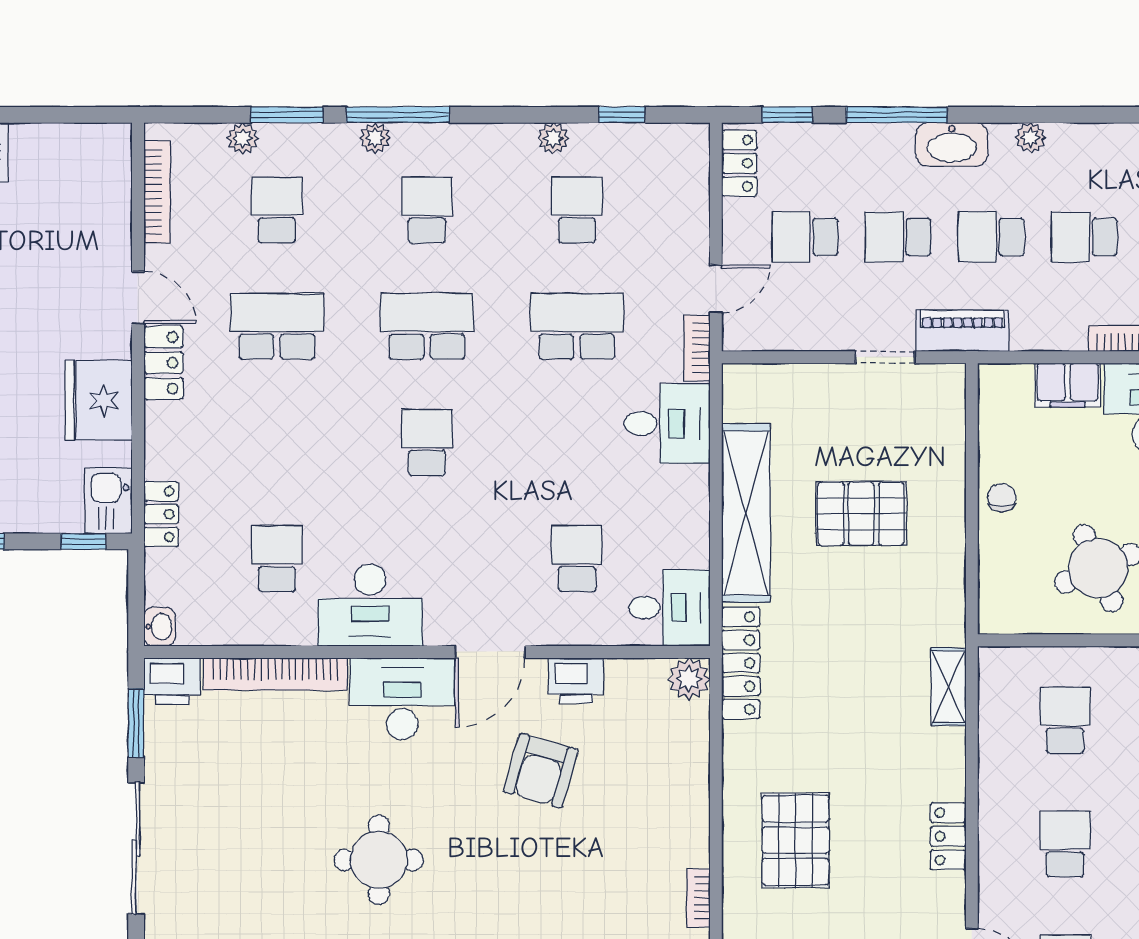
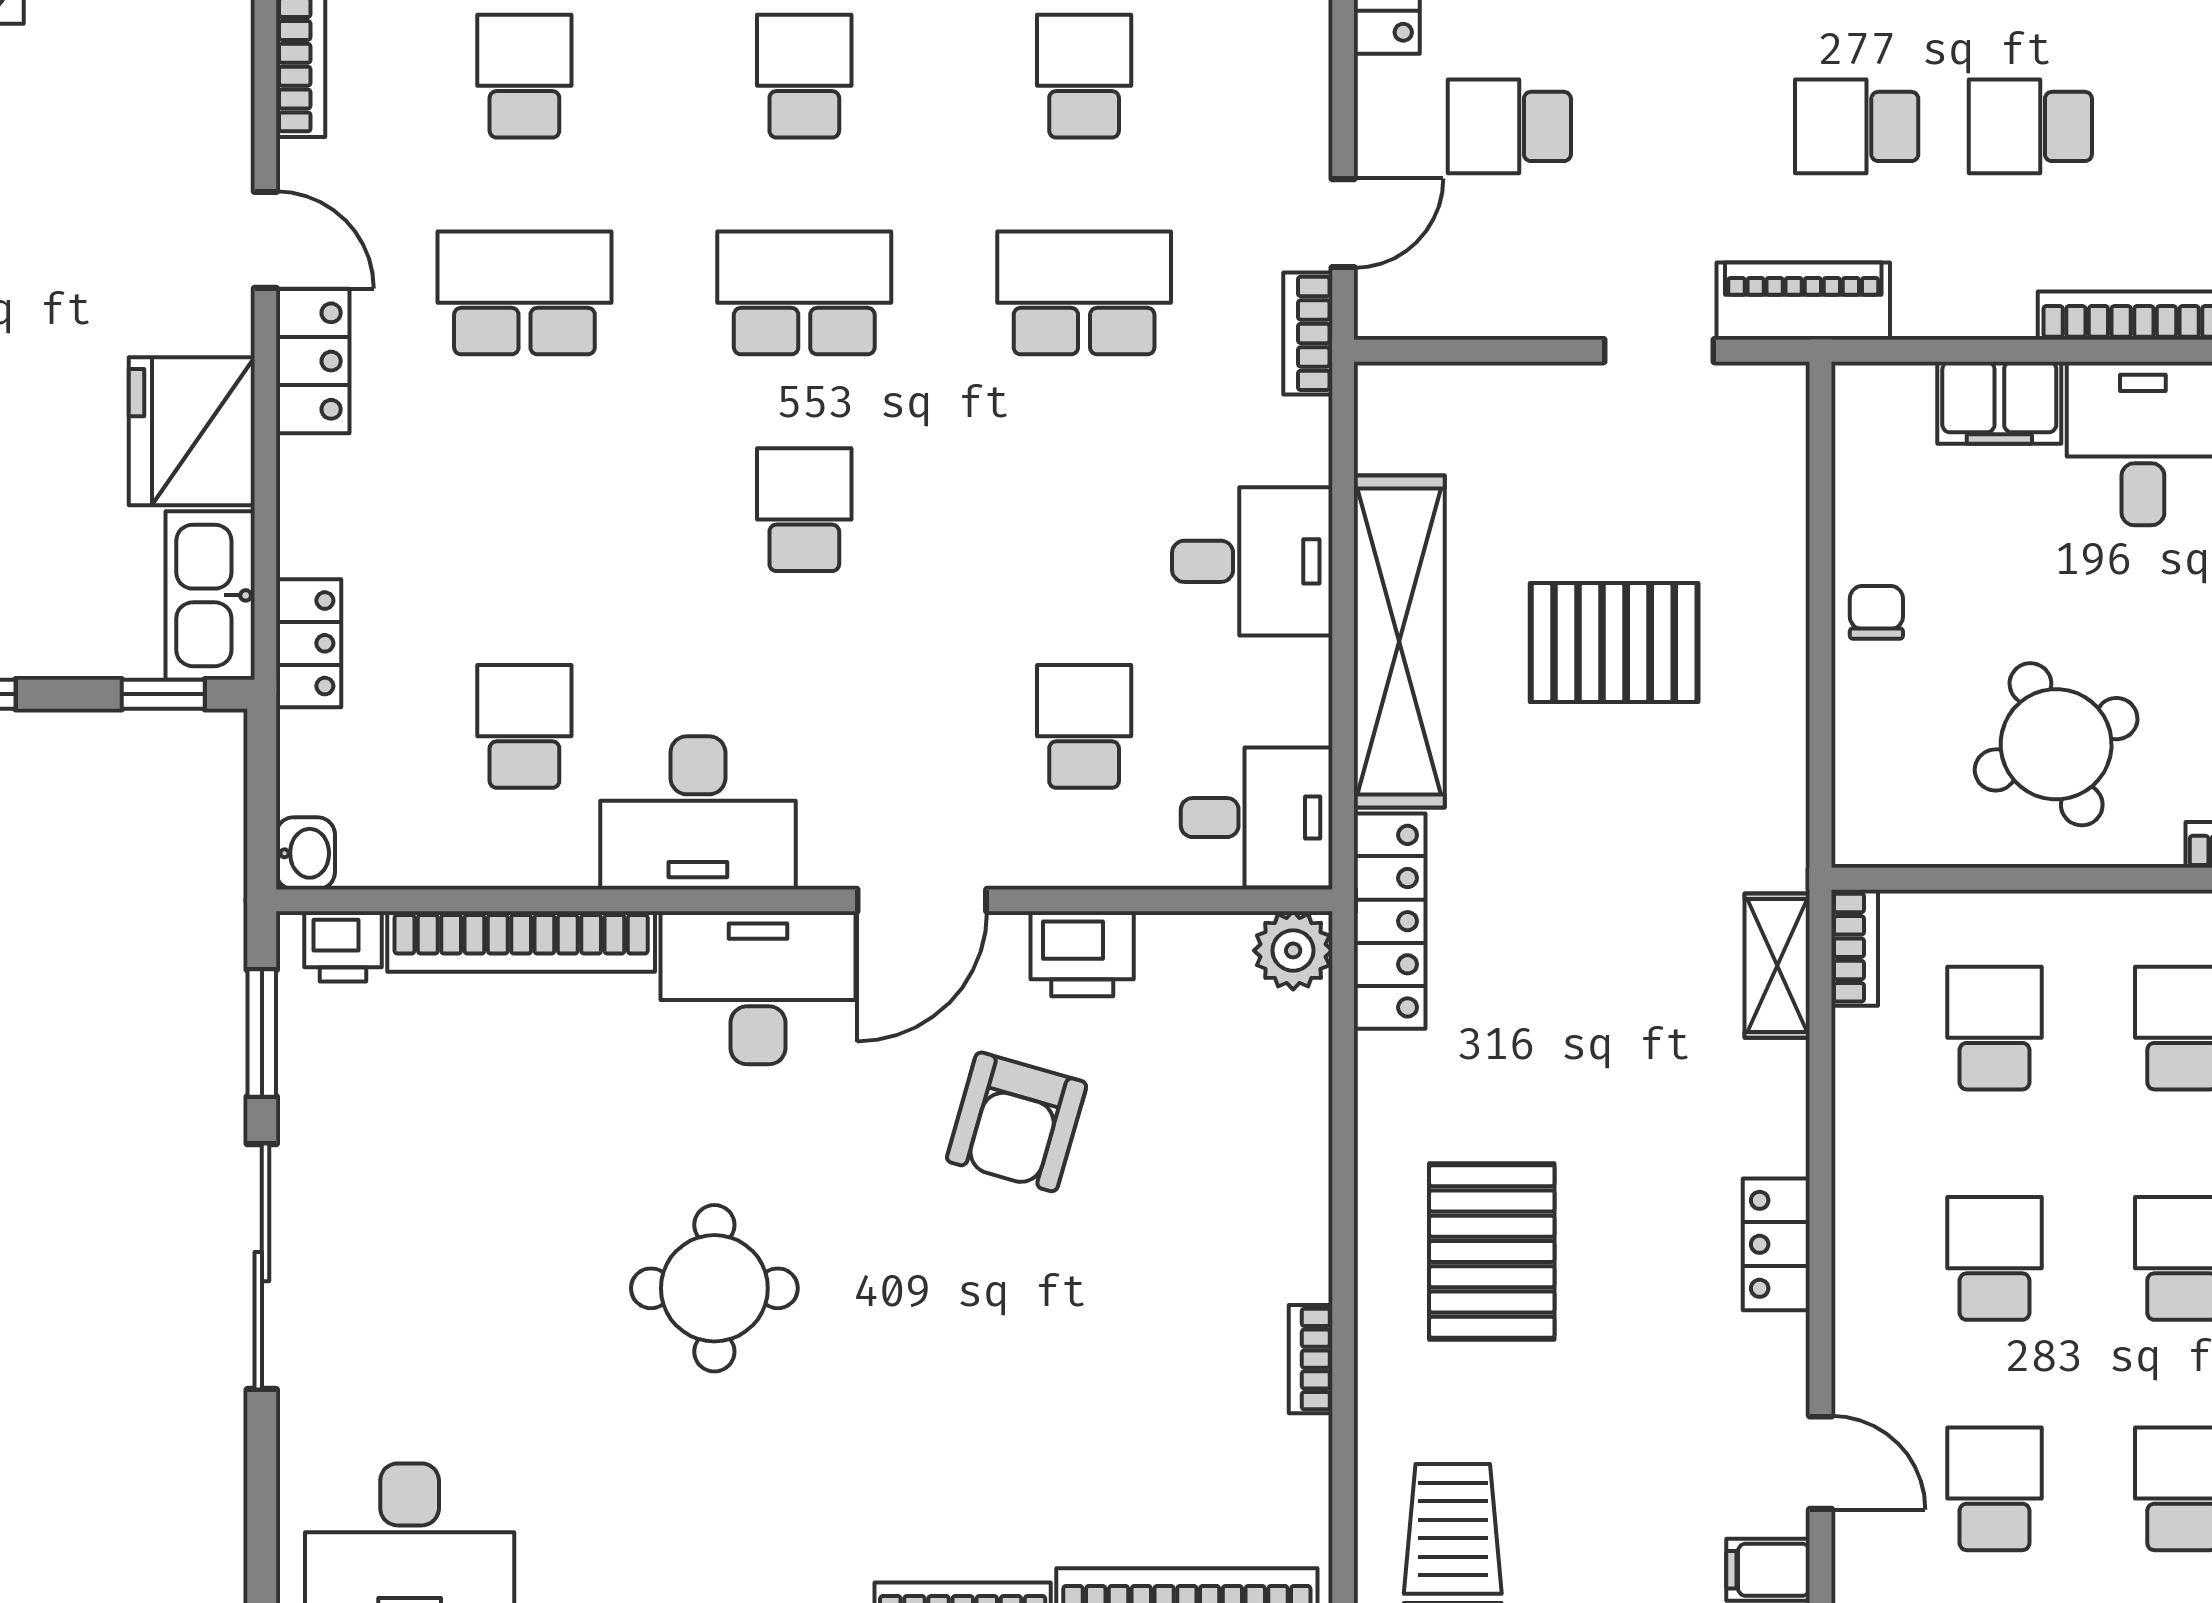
school desk: (898, 237) -> (1683, 126), removed
desk: (667, 424) -> (1252, 561), moved
kitchen sink: (108, 501) -> (210, 595), width x1.38
bookcase: (990, 677) -> (1855, 948), added
printer: (172, 681) -> (343, 946), width x0.73, depth x0.81

